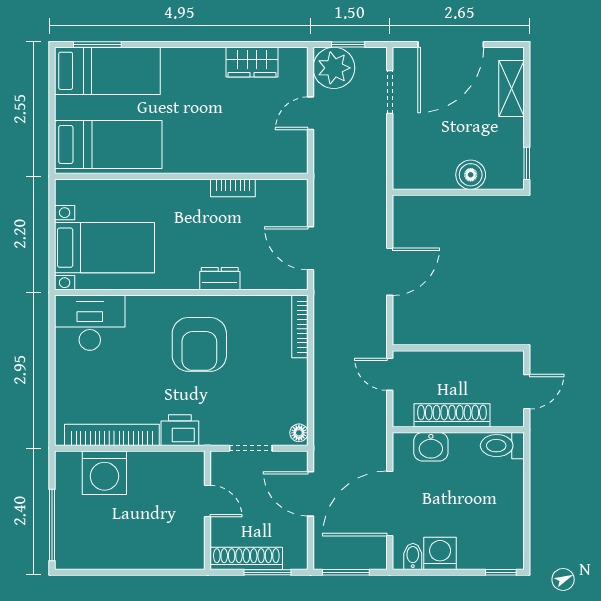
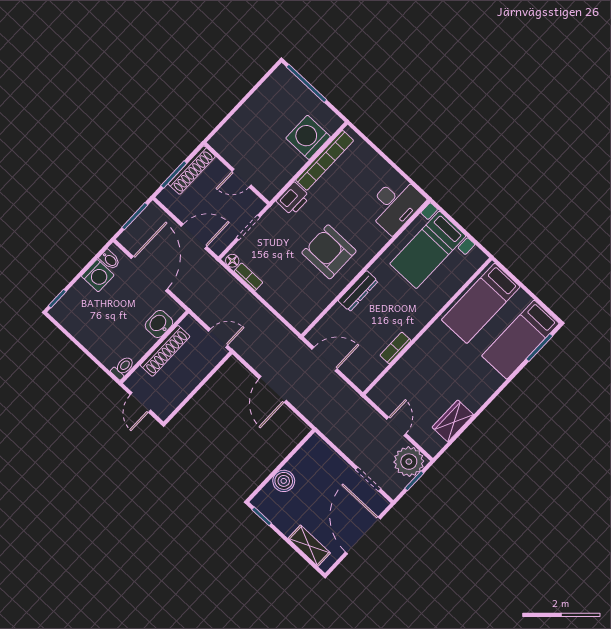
dresser: (220, 279) -> (358, 291), width x1.44
bookcase: (300, 327) -> (248, 277), moved, width x0.64
toilet: (502, 446) -> (123, 368), width x0.73, depth x0.72

